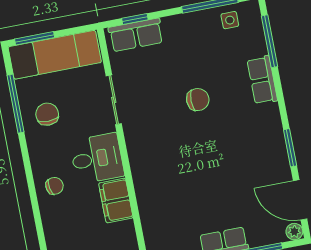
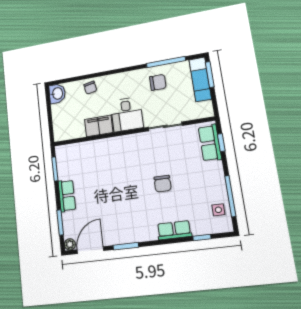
window: (270, 41) -> (202, 238), width x0.46
exam couch: (55, 55) -> (200, 79), width x0.73, depth x0.69
chair: (54, 186) -> (90, 88), moved

